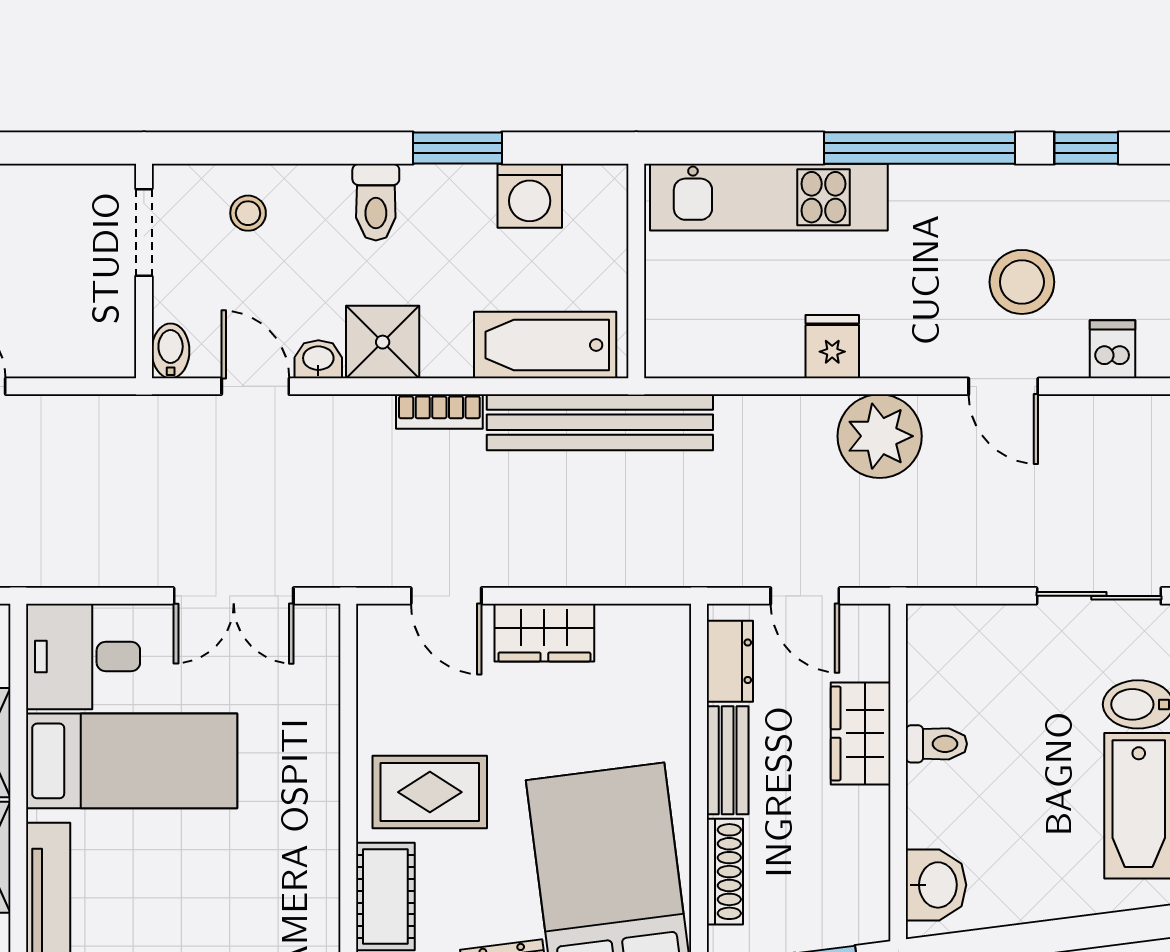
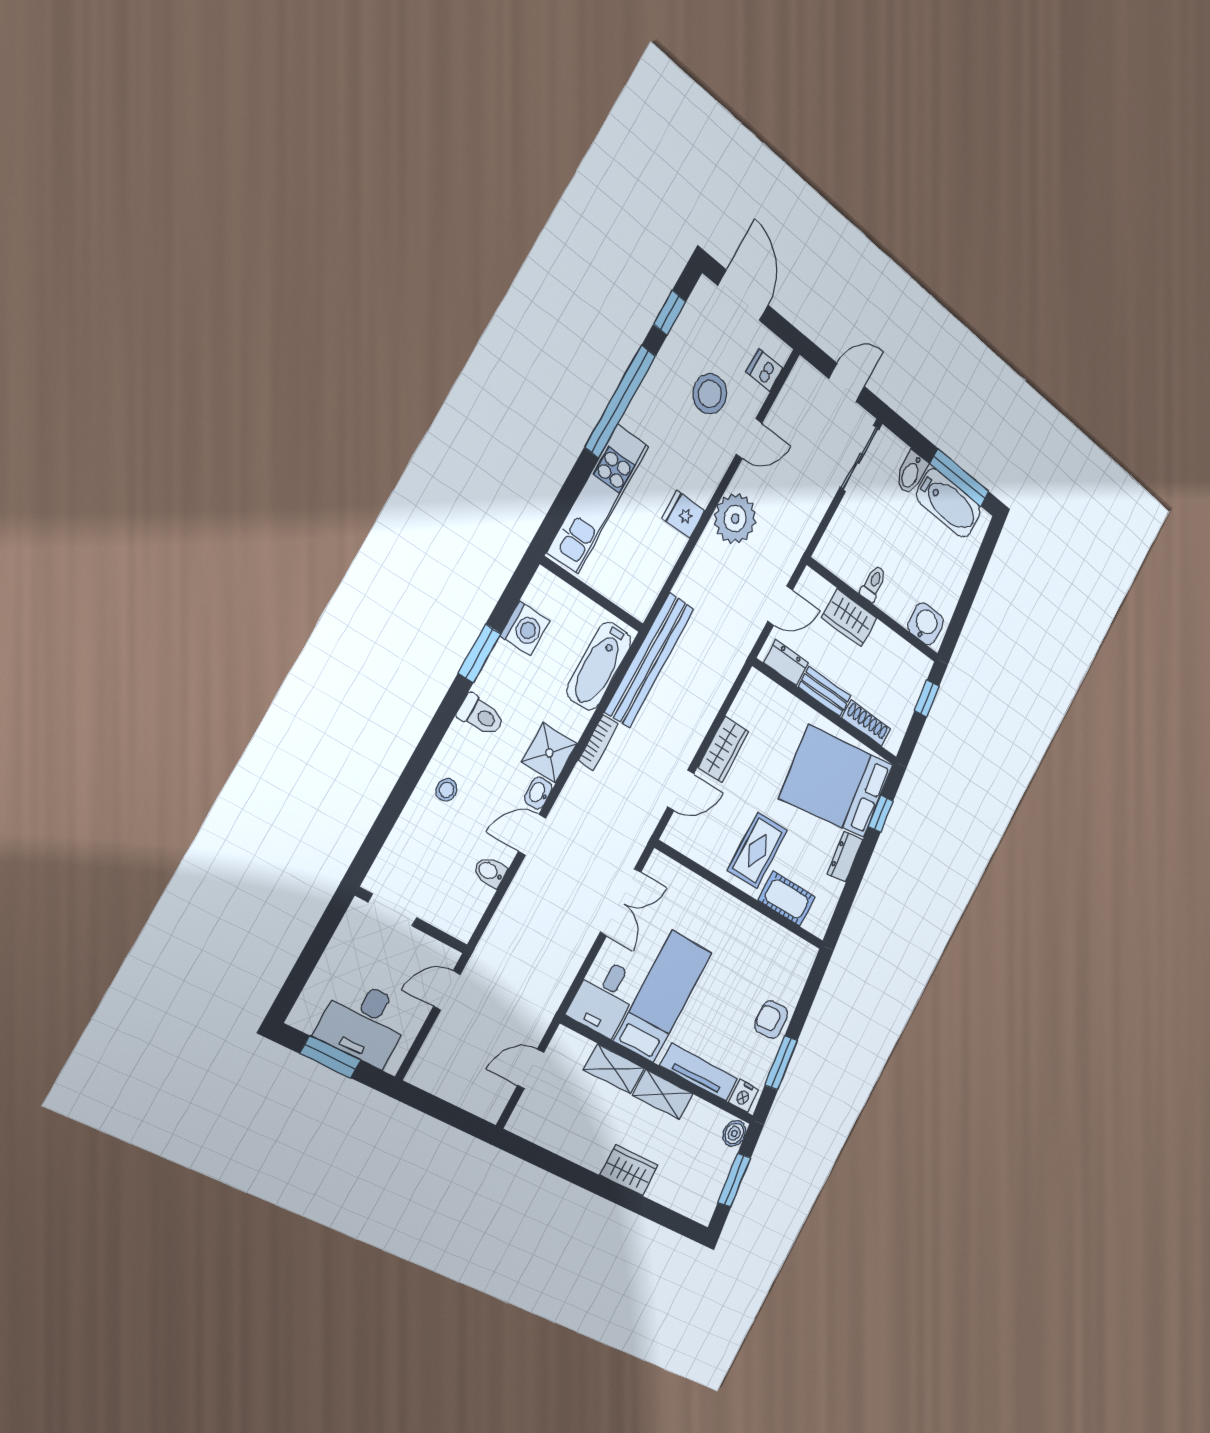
doorway: (144, 232) -> (393, 910), moved
wall: (144, 271) -> (412, 920), moved

